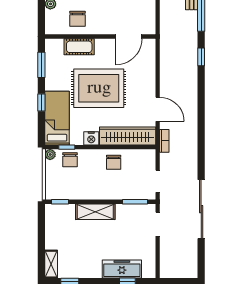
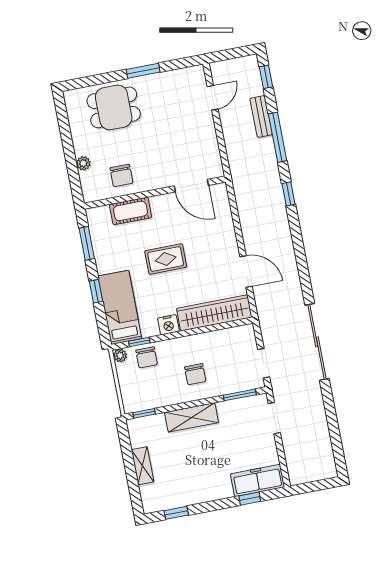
door: (129, 37) -> (191, 186), hinge flipped
rug: (99, 88) -> (166, 259), width x0.54, depth x0.49
bookcase: (164, 141) -> (262, 310), removed
chair: (114, 162) -> (195, 374), moved
sliding door: (201, 209) -> (317, 342), moved
shelving: (51, 264) -> (143, 466), moved
freezer: (122, 269) -> (258, 480), moved

